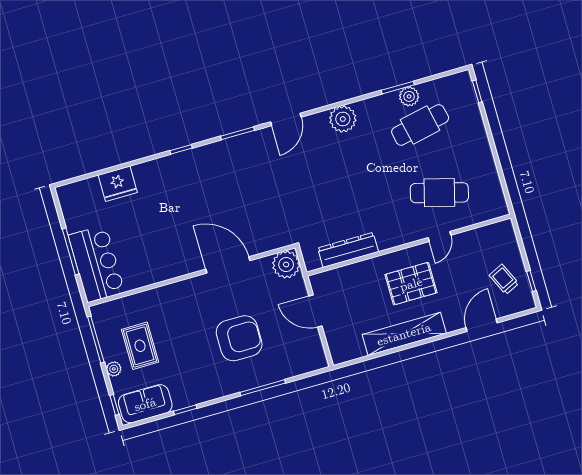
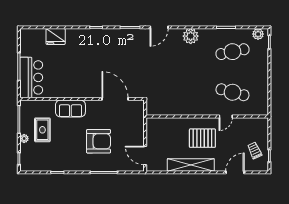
plant: (409, 96) -> (258, 34), moved
dresser: (348, 250) -> (173, 110), removed
door: (228, 265) -> (115, 99), moved
plant: (286, 265) -> (136, 108), removed
door: (316, 311) -> (145, 155), moved
sofa: (145, 404) -> (70, 108), moved, turned 180

